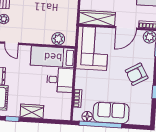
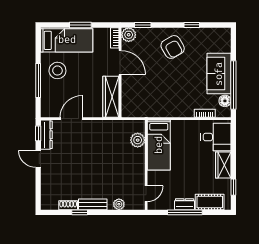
corner sofa: (93, 48) -> (146, 100), removed
desk: (60, 80) -> (216, 137), moved, turned 90

